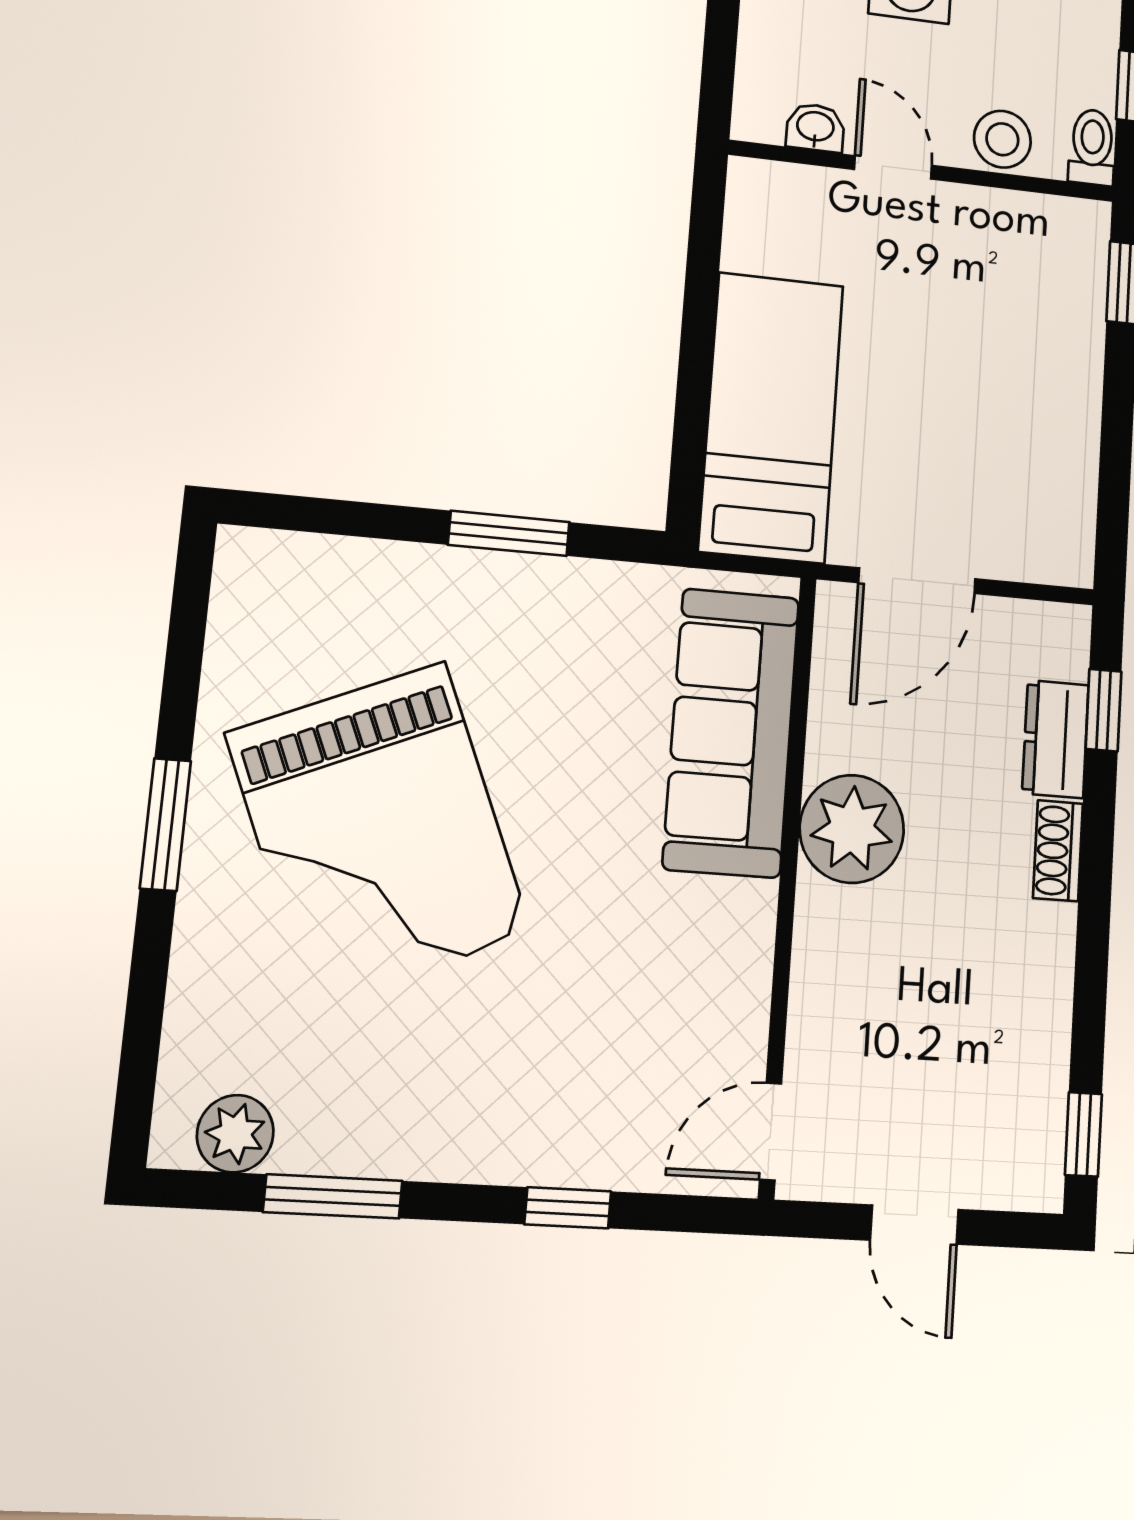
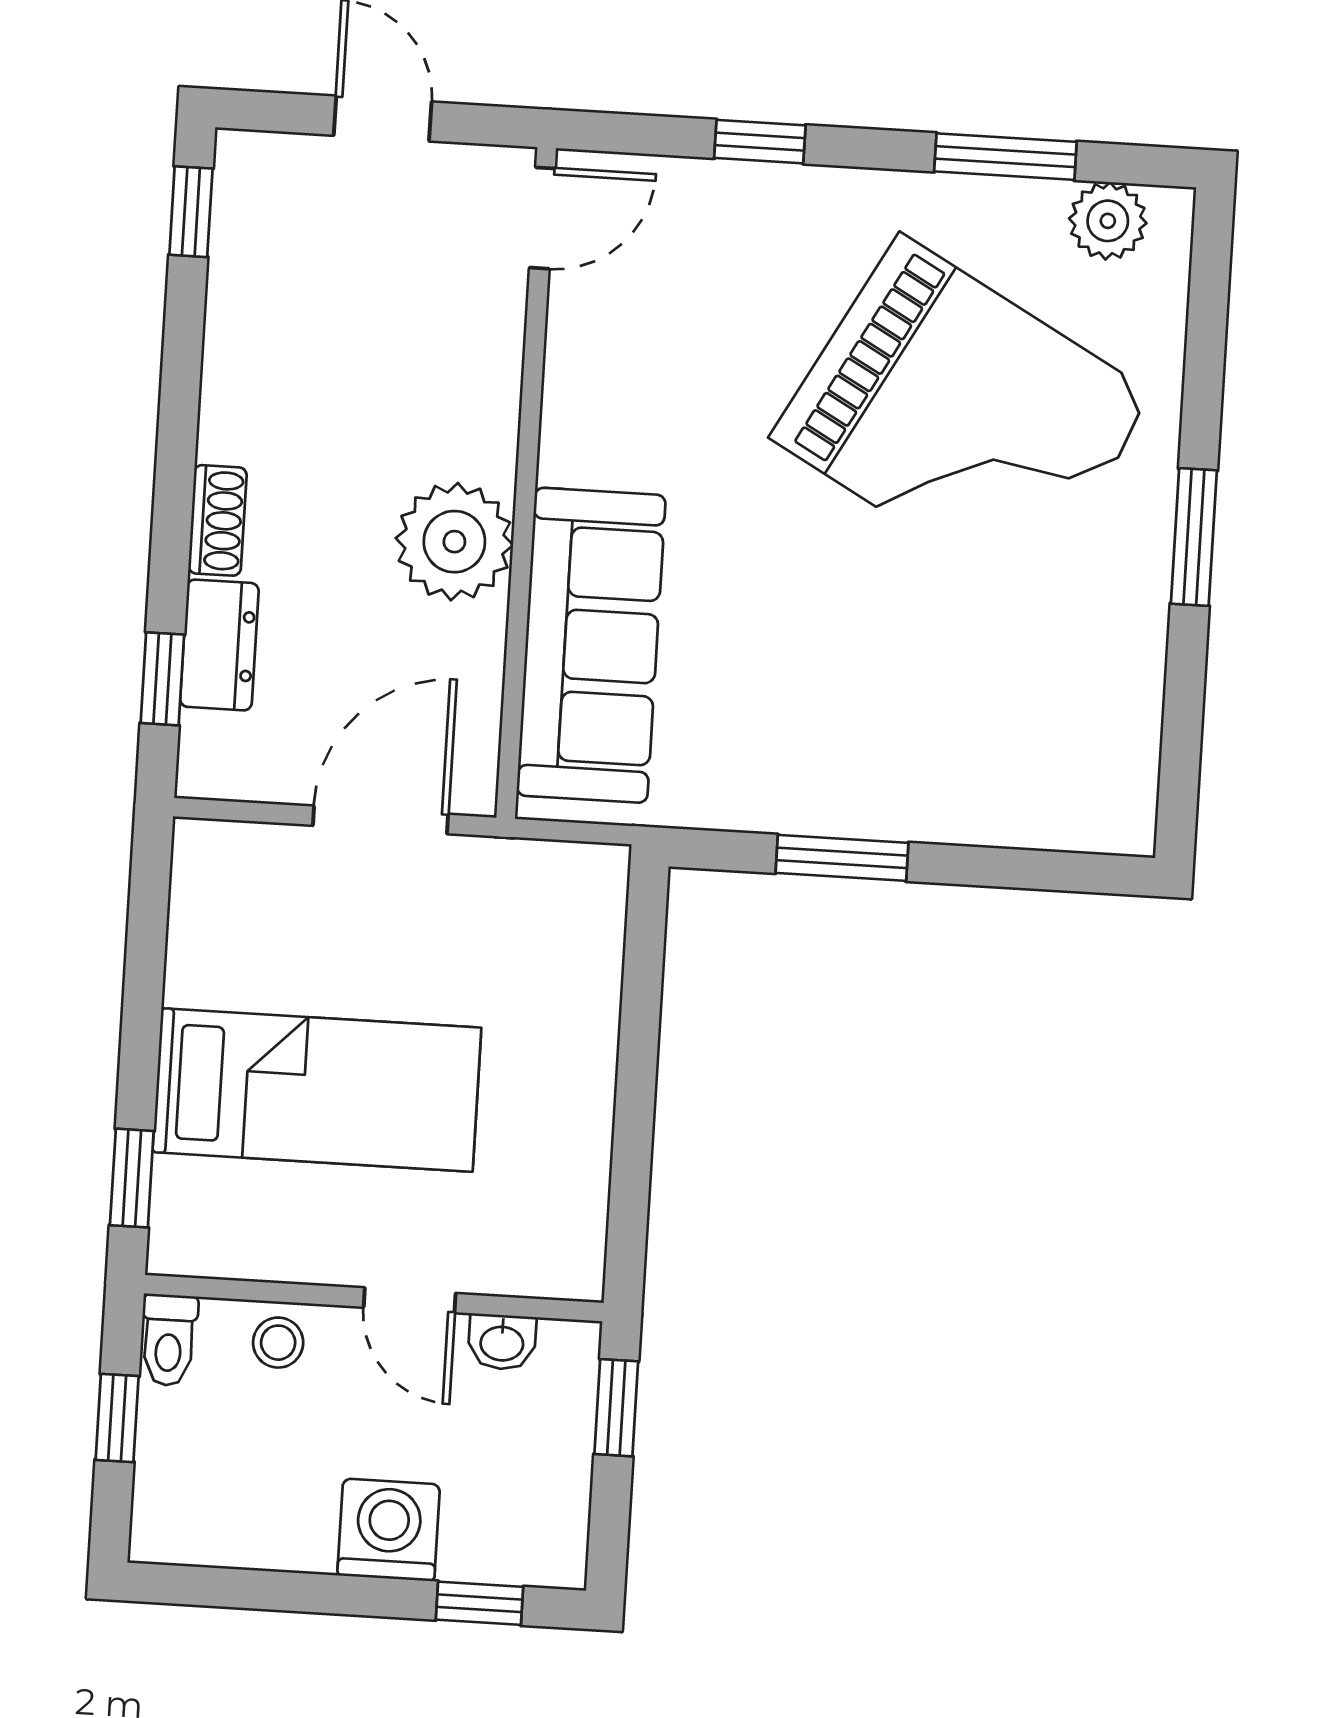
window: (718, 66) -> (616, 1408), added
stool: (1002, 139) -> (278, 1343), width x0.73, depth x0.73
bed: (771, 417) -> (317, 1090), moved, turned -90
grand piano: (379, 833) -> (963, 417), moved, turned 142

